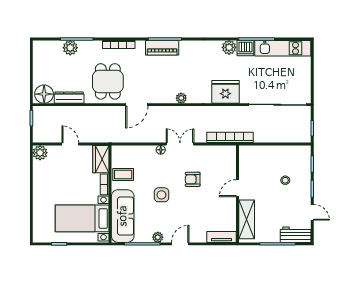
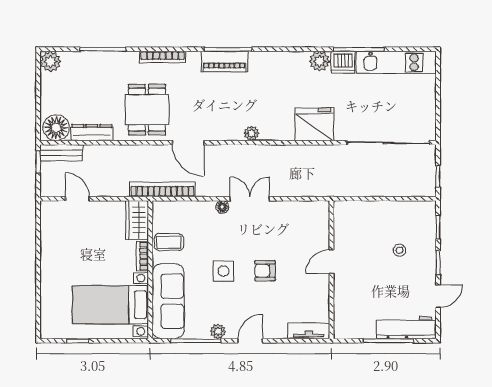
plant: (70, 48) -> (50, 62), moved
door: (137, 105) -> (188, 143), hinge flipped
bench: (48, 112) -> (61, 153), added
bookcase: (230, 137) -> (162, 189), moved
door: (70, 144) -> (77, 199), moved
plant: (40, 153) -> (50, 211), removed
armchair: (193, 179) -> (265, 271), moved
door: (312, 212) -> (438, 296), hinge flipped
shelving: (247, 219) -> (344, 306), removed
workbench: (296, 235) -> (406, 328), width x1.37

